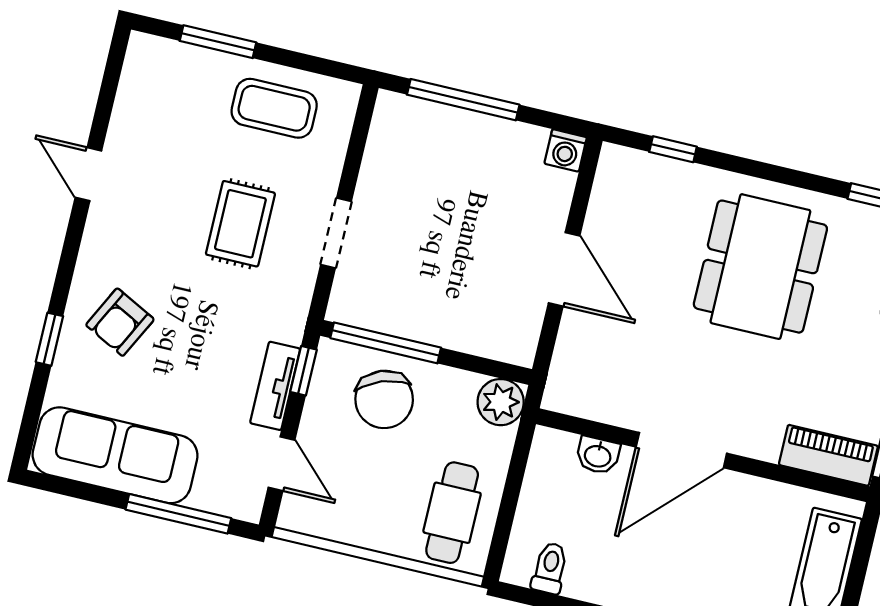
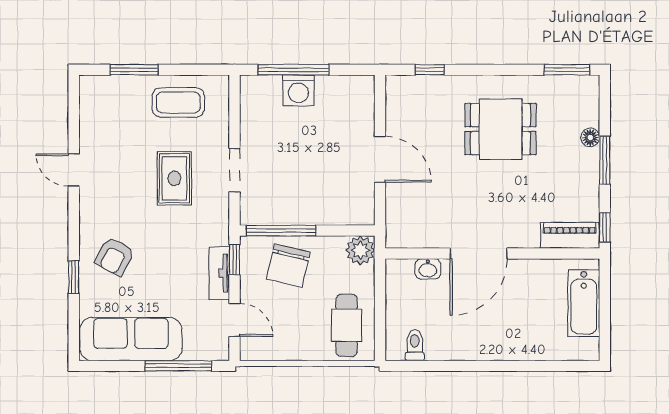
washing machine: (566, 150) -> (298, 90), moved, width x1.38, depth x1.38
dining table: (760, 267) -> (500, 129), width x0.73
chair: (384, 399) -> (288, 266), turned 33

